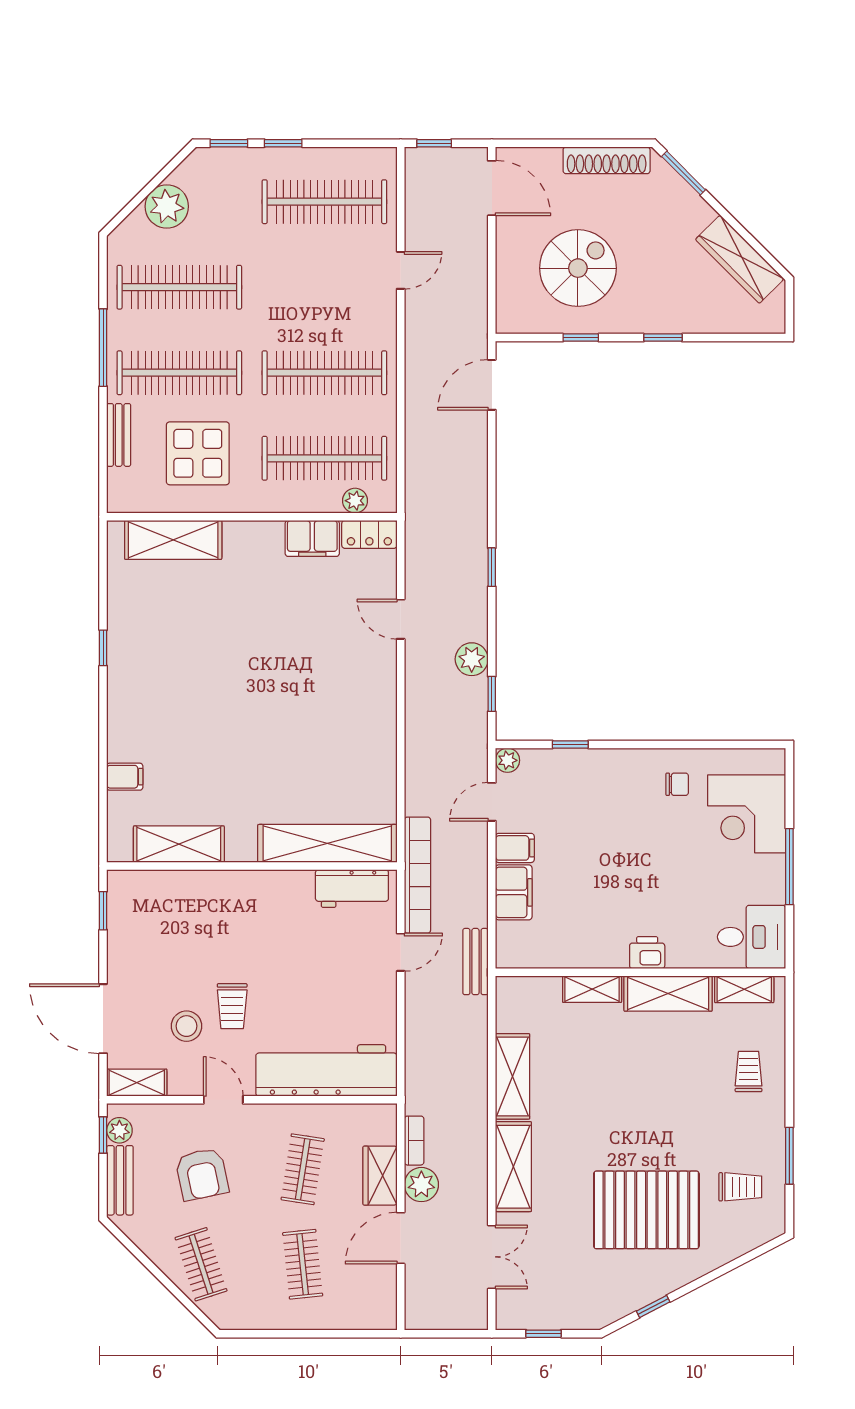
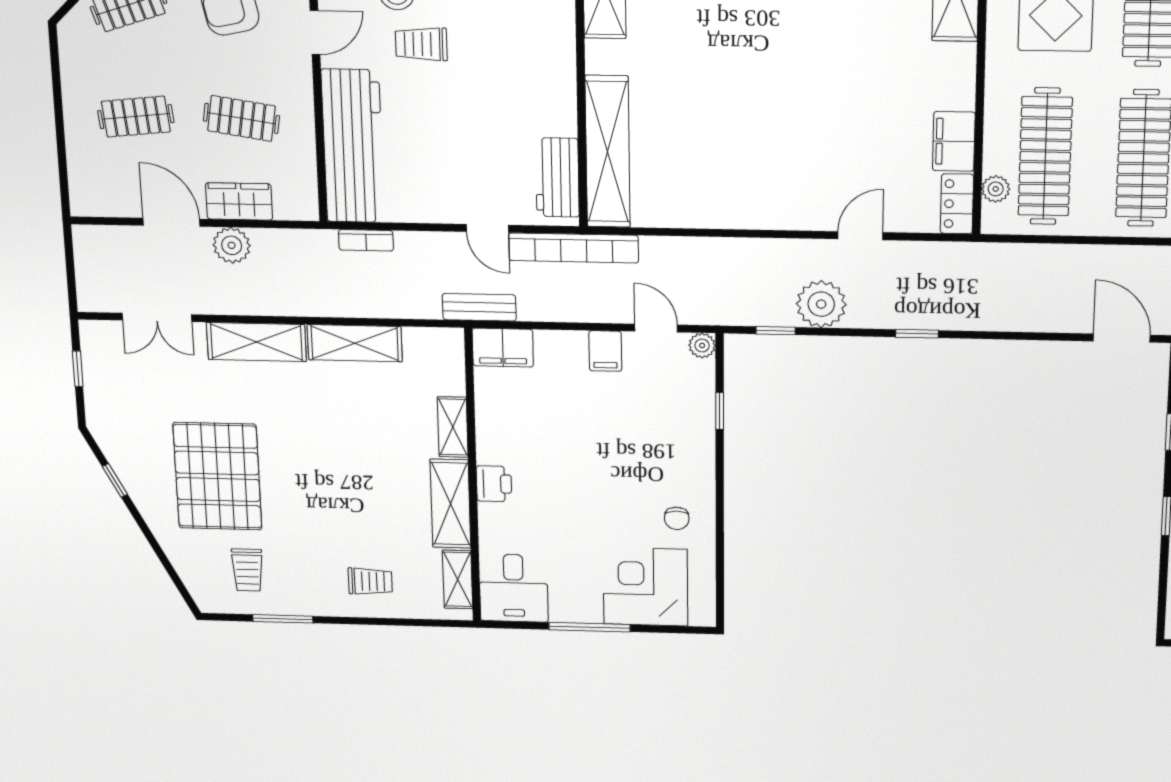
plant: (472, 659) -> (821, 304), width x1.36, depth x1.36
filing cabinet: (514, 892) -> (503, 348), moved
bookcase: (414, 1141) -> (366, 240), moved

